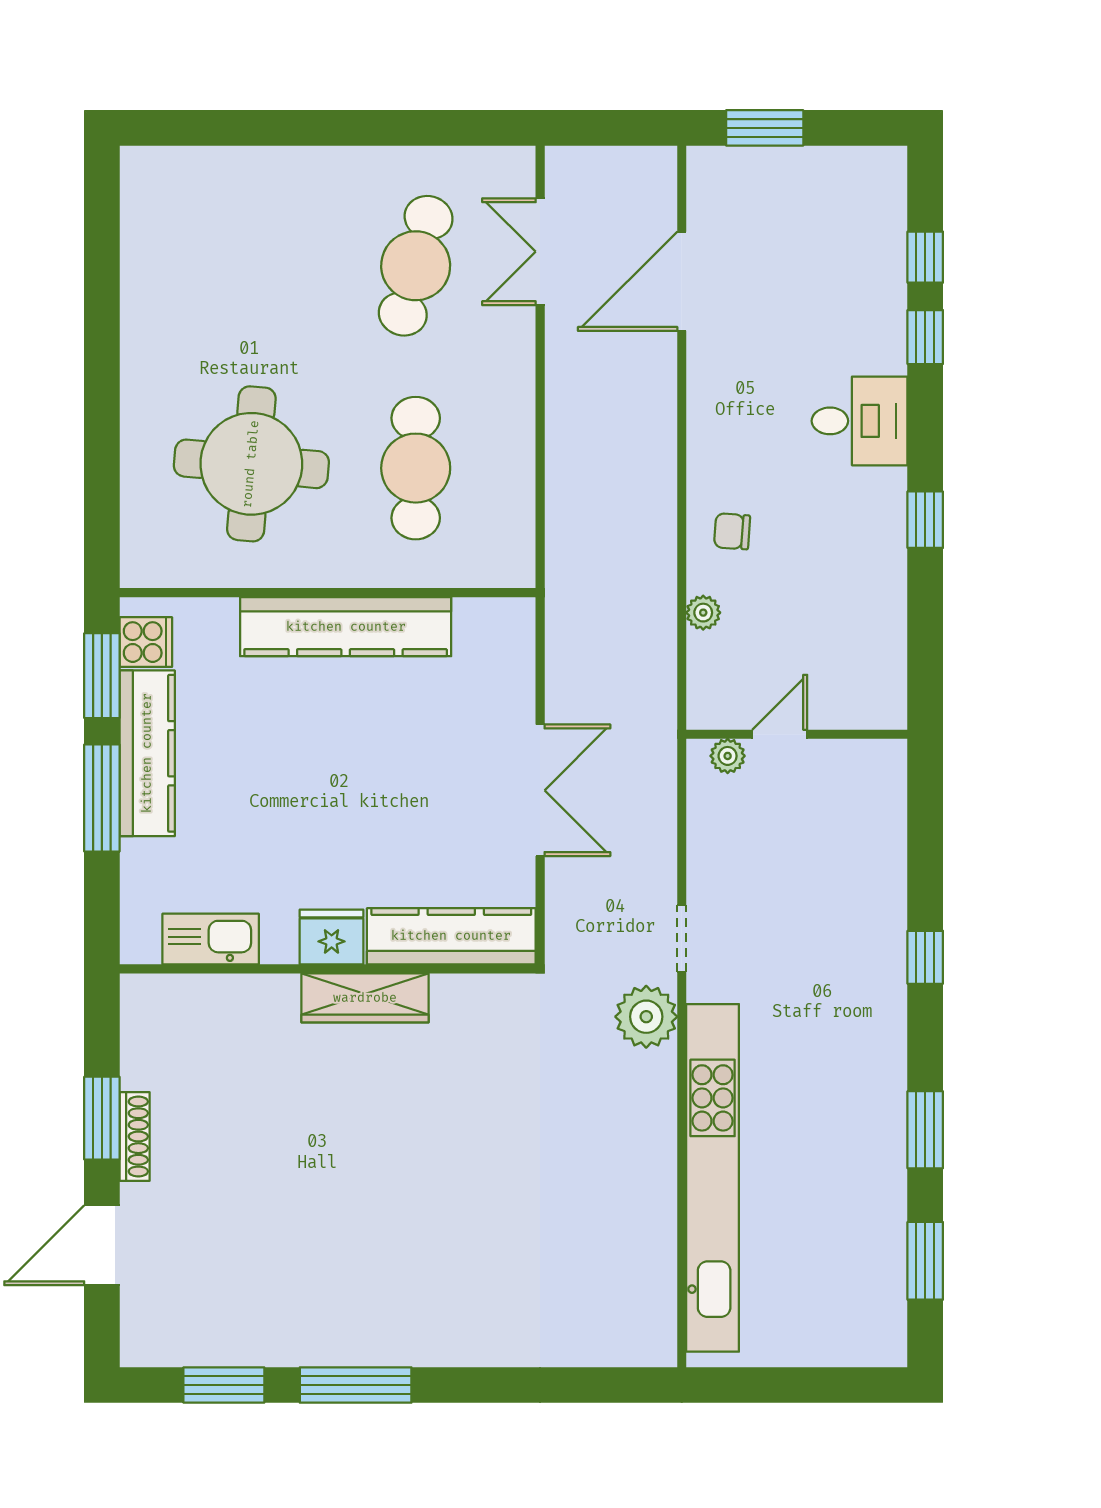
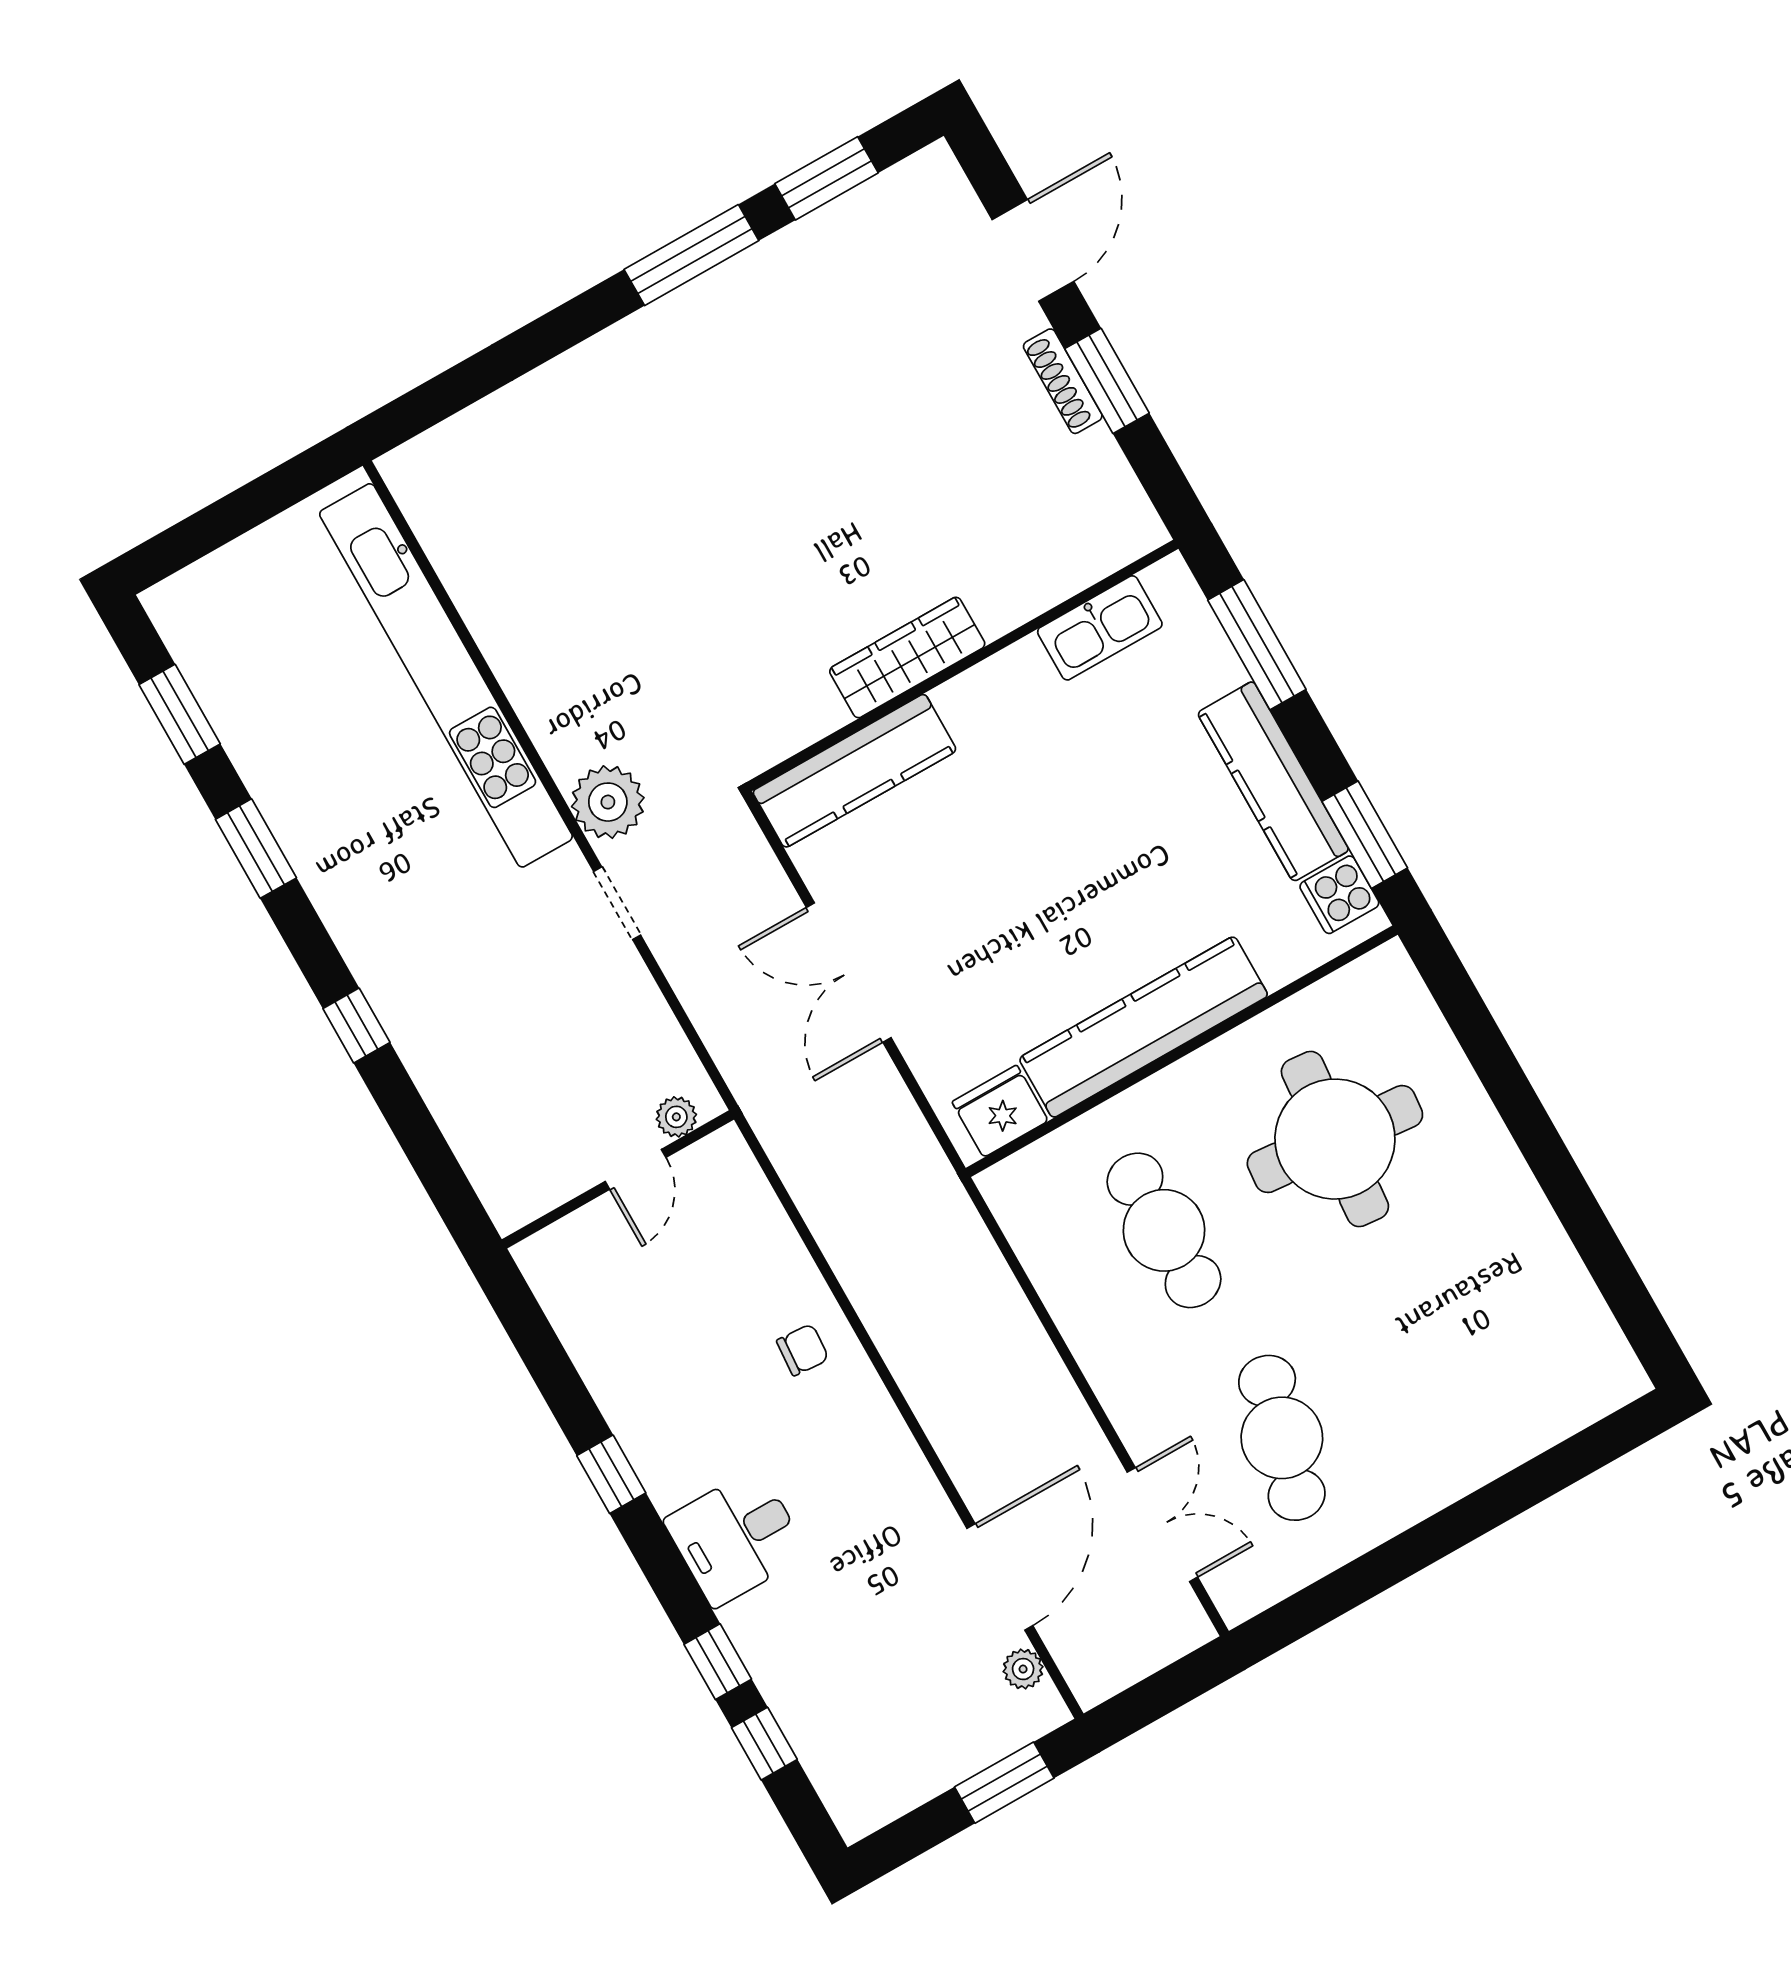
plant: (703, 613) -> (1023, 1669), moved
window: (102, 798) -> (1257, 645), moved
fridge: (332, 937) -> (1000, 1111), moved, turned 180

